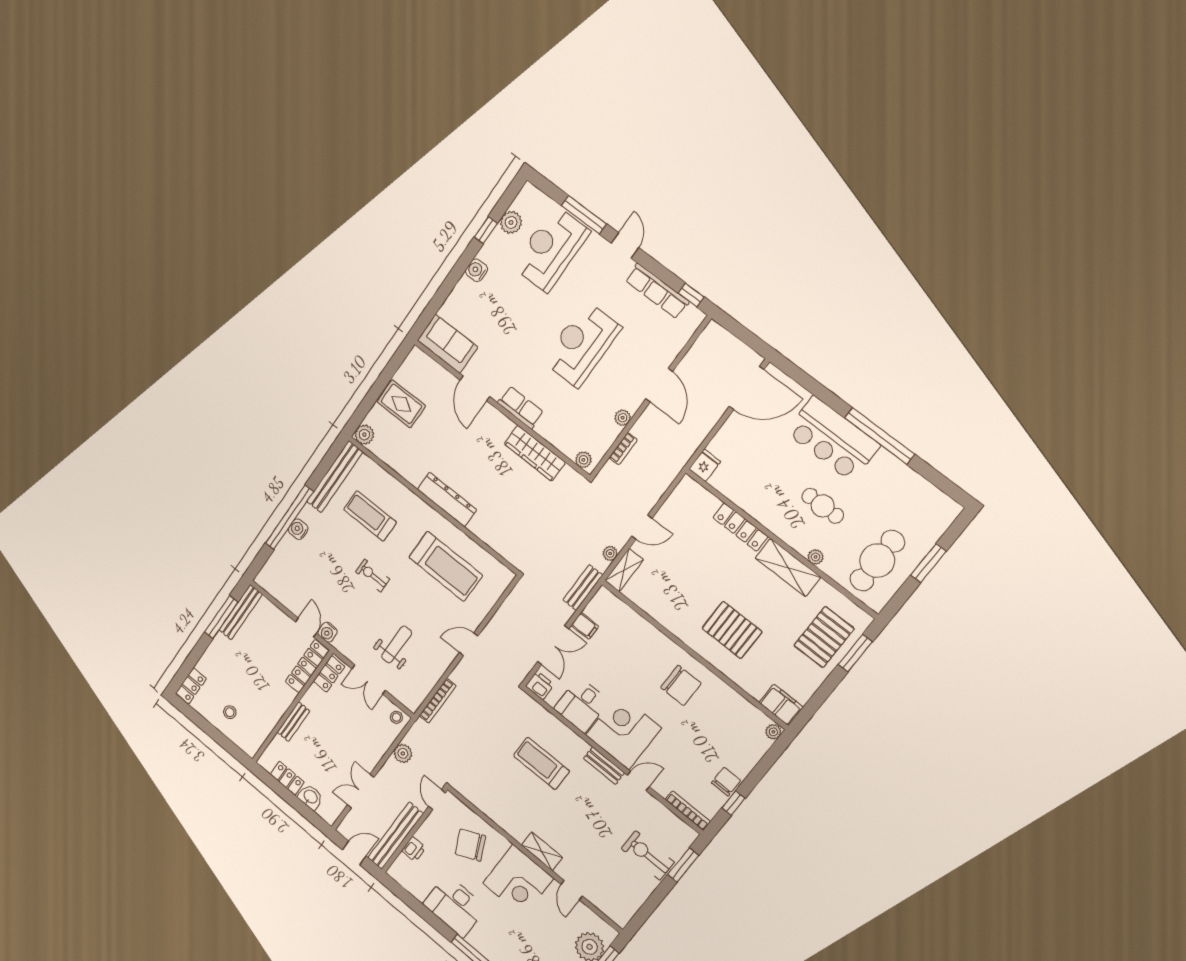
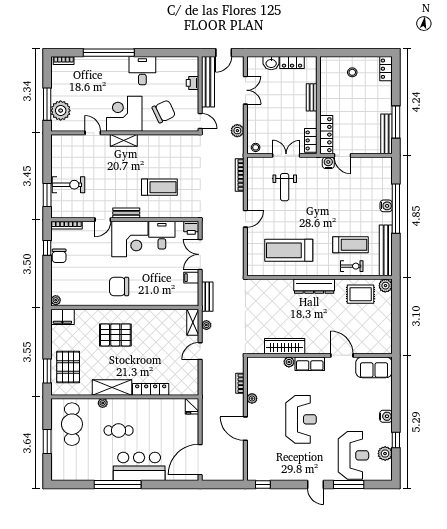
row of seats: (657, 291) -> (282, 474), removed
rug: (401, 404) -> (361, 294), moved
plant: (583, 460) -> (289, 362), moved
exercise bike: (373, 575) -> (352, 266), moved
desk: (455, 906) -> (142, 71), width x0.73

